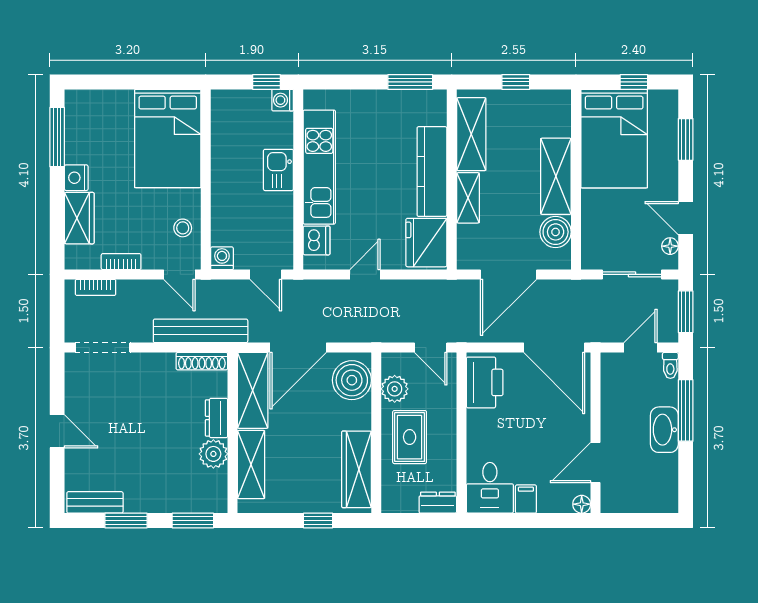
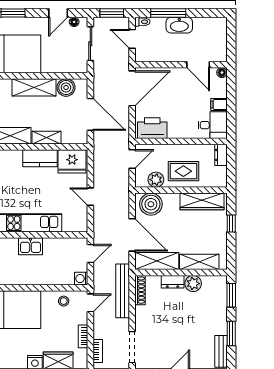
kitchen counter: (432, 172) -> (40, 158), width x0.67
dishwasher: (317, 240) -> (71, 224), removed

